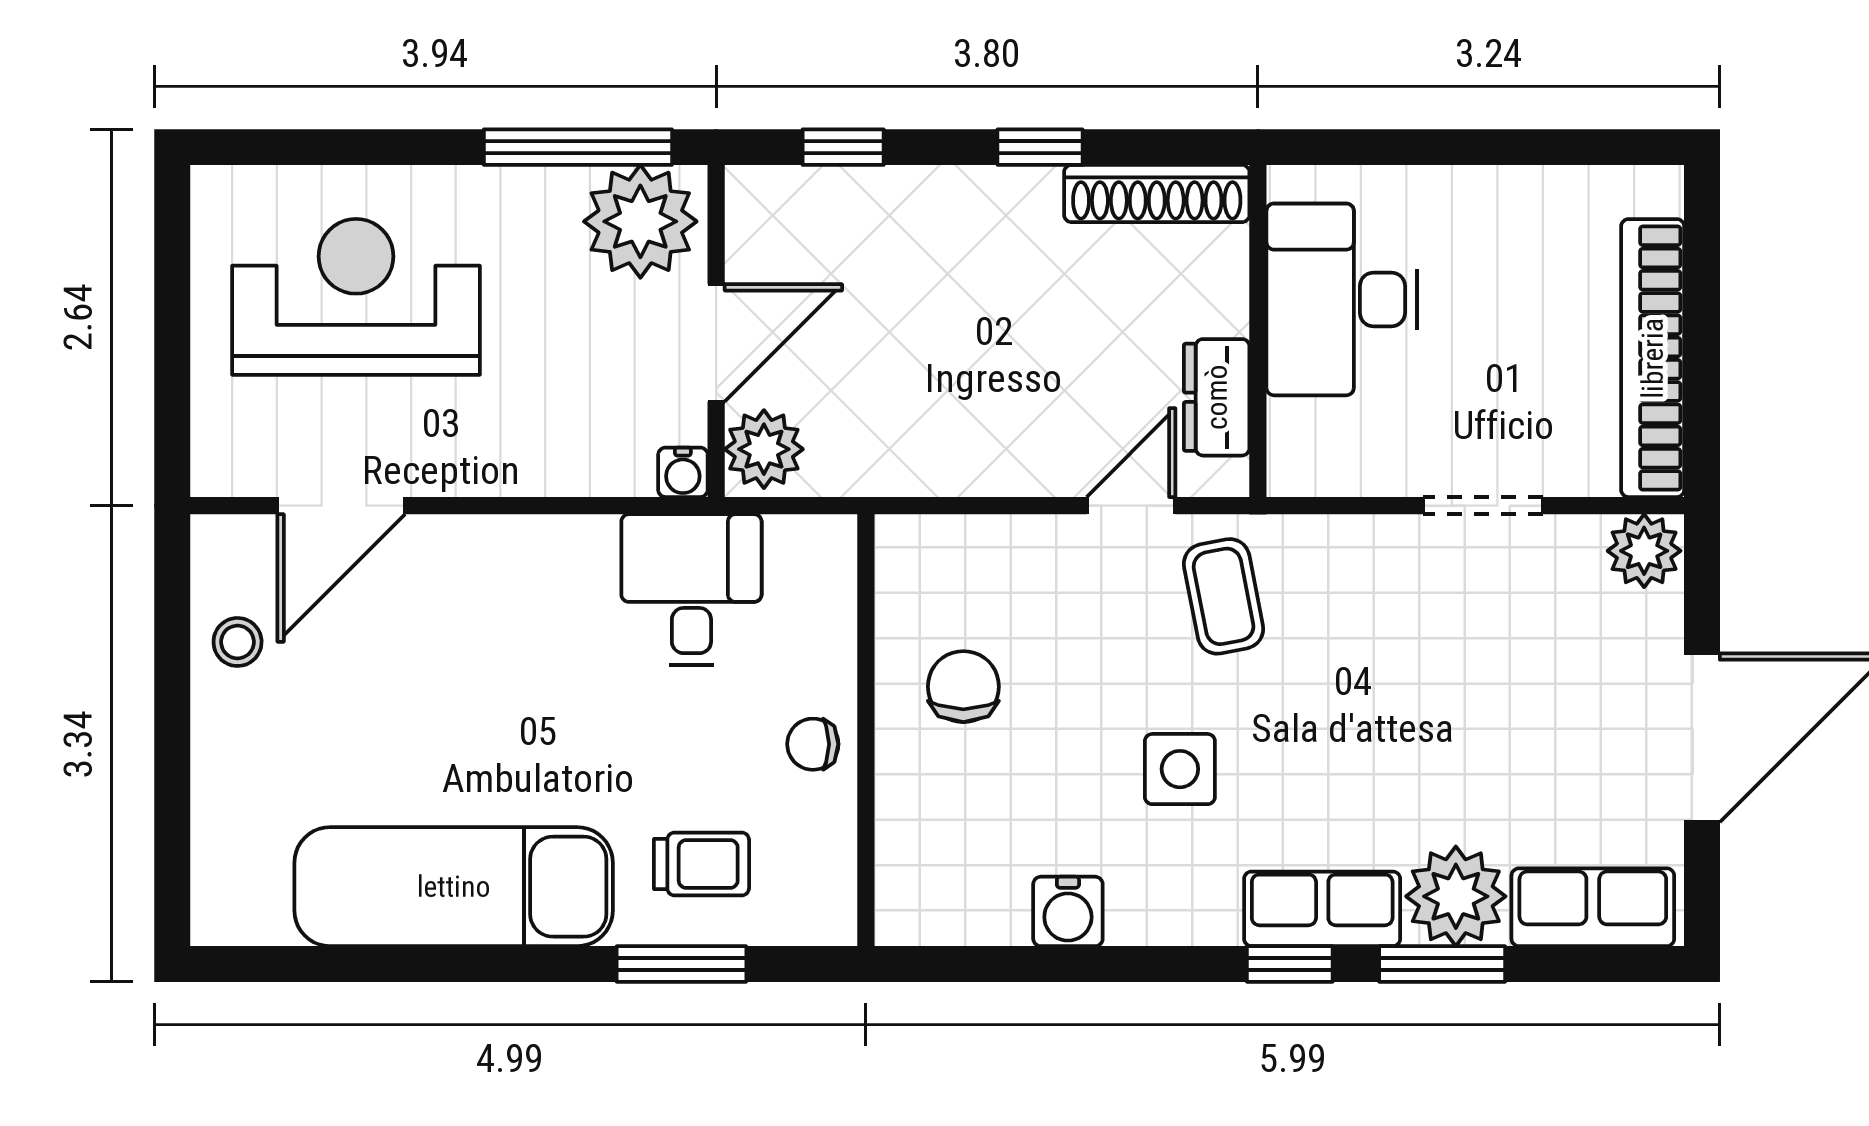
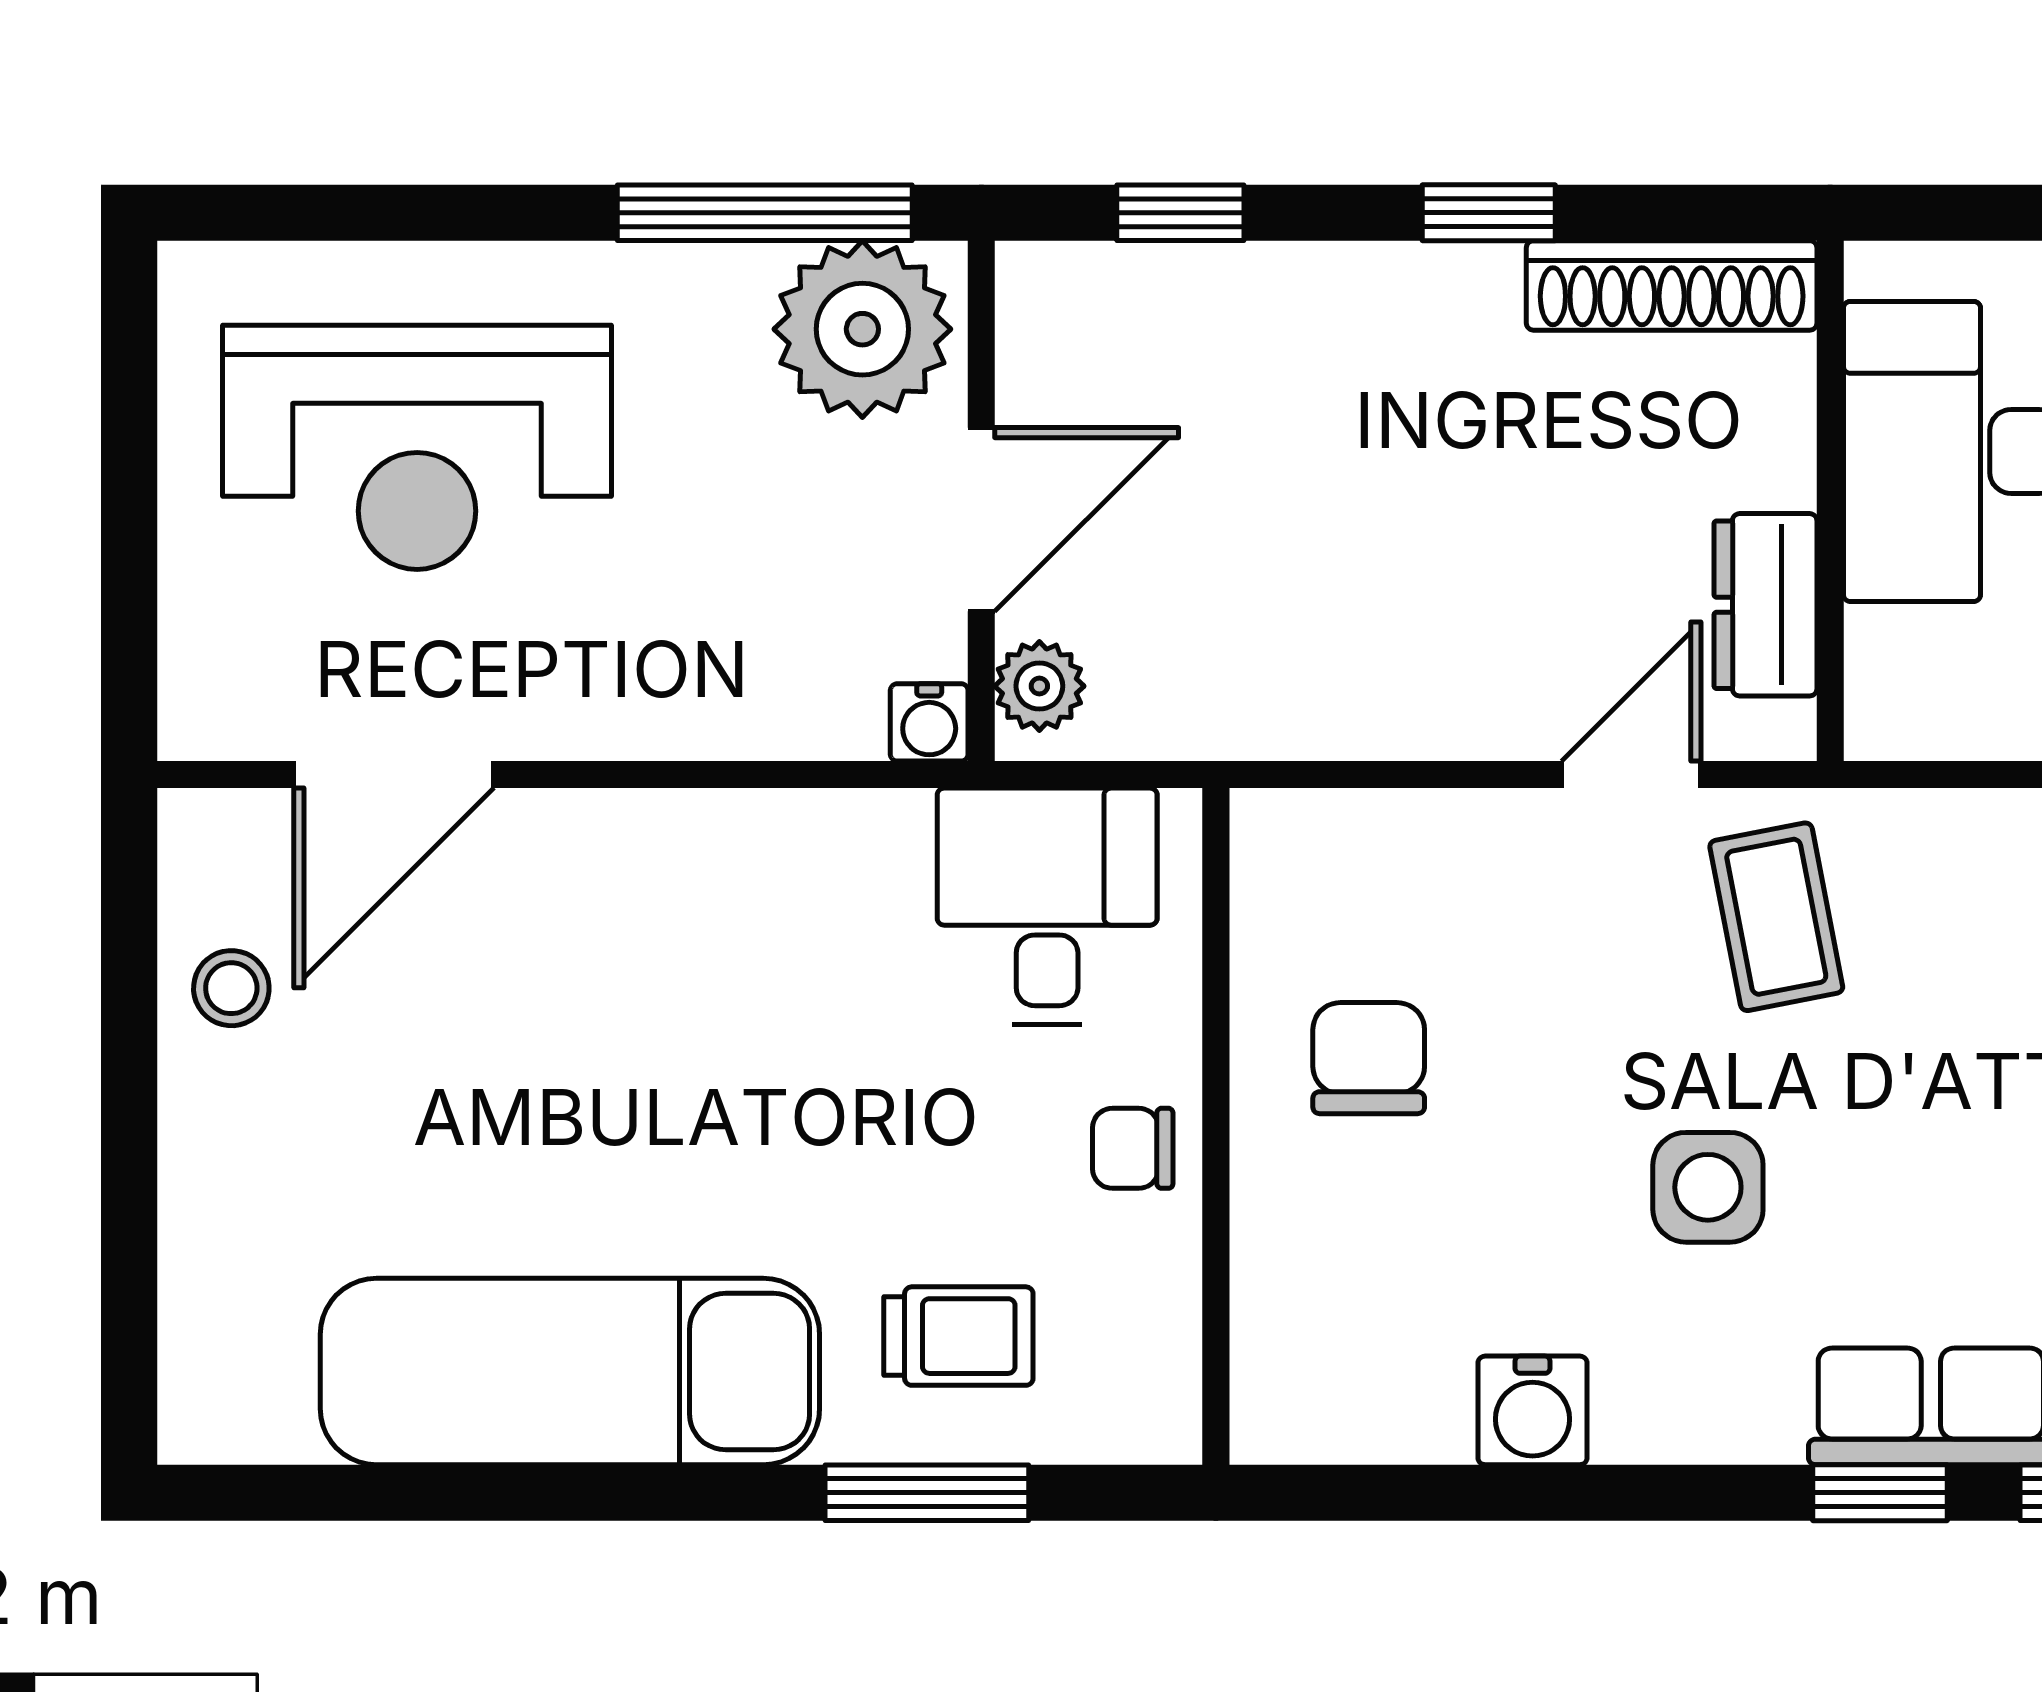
reception desk: (356, 297) -> (417, 447), turned 180
plant: (764, 449) -> (1039, 686), width x0.73, depth x0.73
desk: (691, 590) -> (1047, 906), moved

